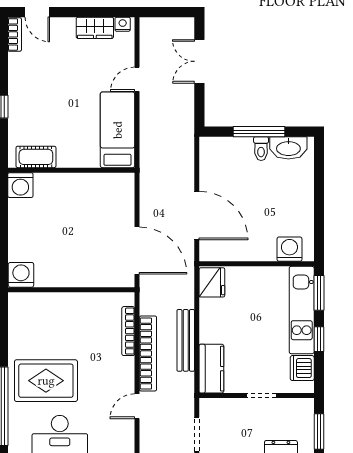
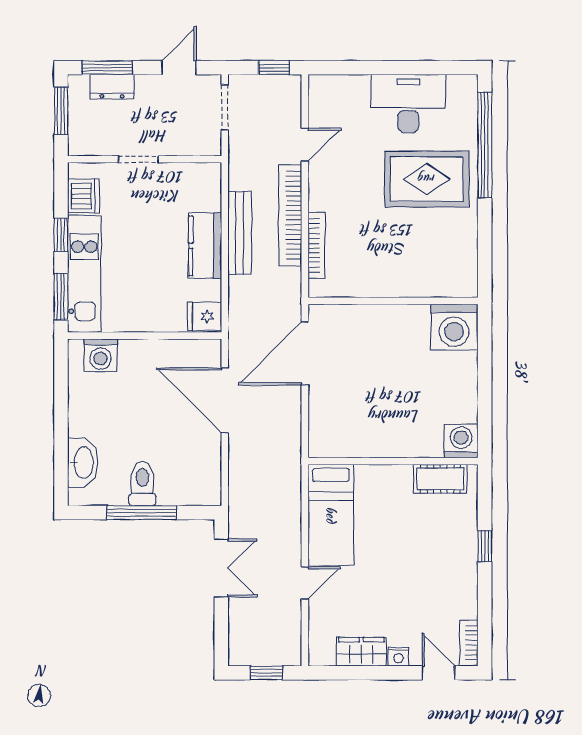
window: (166, 12) -> (267, 673), added
nightstand: (123, 24) -> (399, 657), moved
double door: (199, 61) -> (221, 568), moved
washbasin: (288, 148) -> (83, 463), moved, turned 90
toilet: (261, 149) -> (142, 484), width x1.37, depth x1.39
door: (137, 251) -> (305, 353), hinge flipped
washing machine: (21, 275) -> (454, 327), width x1.37, depth x1.37
fridge: (212, 282) -> (204, 316), width x0.72
kitchen counter: (211, 369) -> (205, 246), moved

